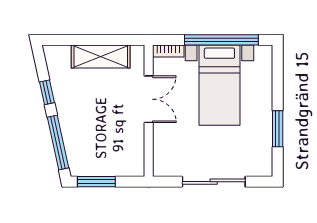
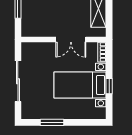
window: (221, 40) -> (109, 86), width x0.32

